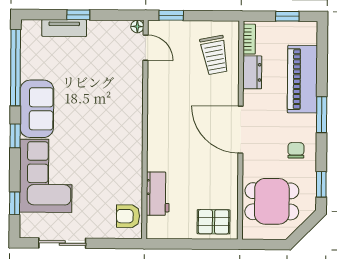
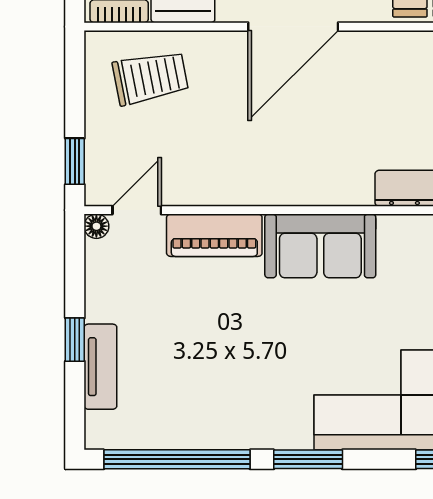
piano: (132, 88) -> (214, 235), added
sofa: (37, 109) -> (320, 246), moved, turned 180
window: (15, 136) -> (308, 459), width x1.50

